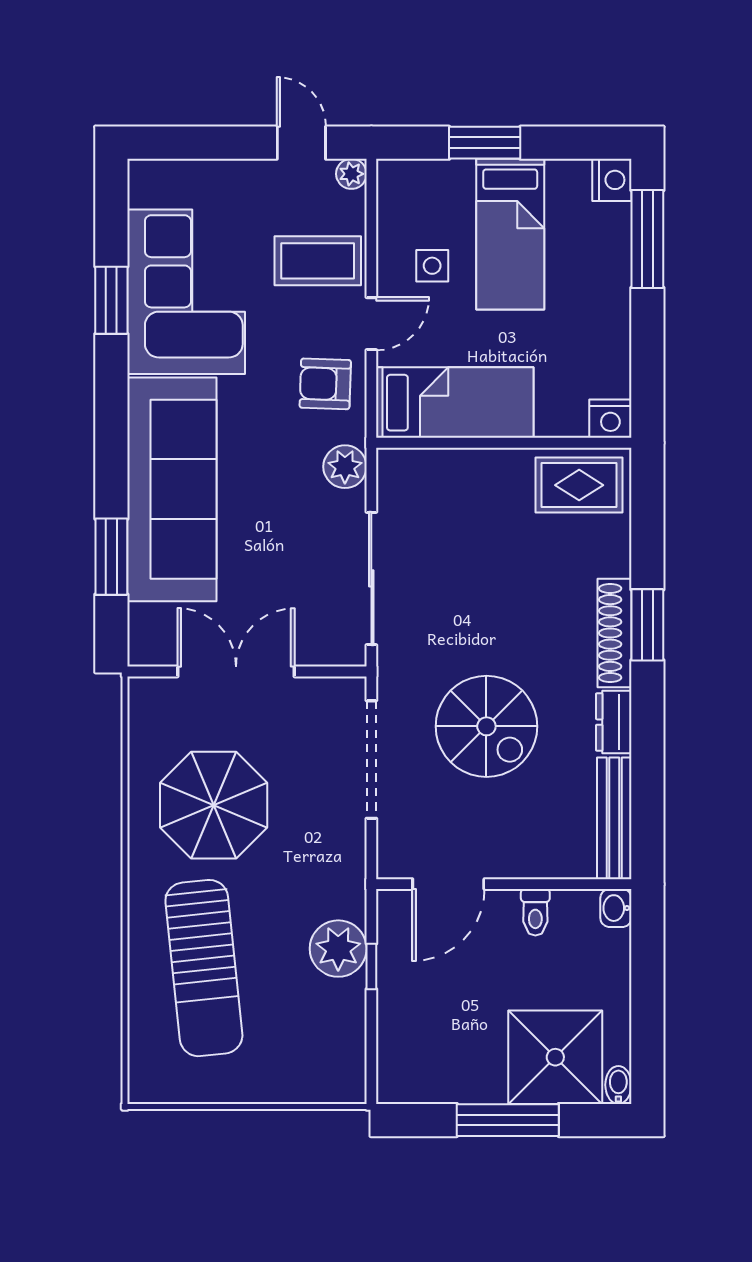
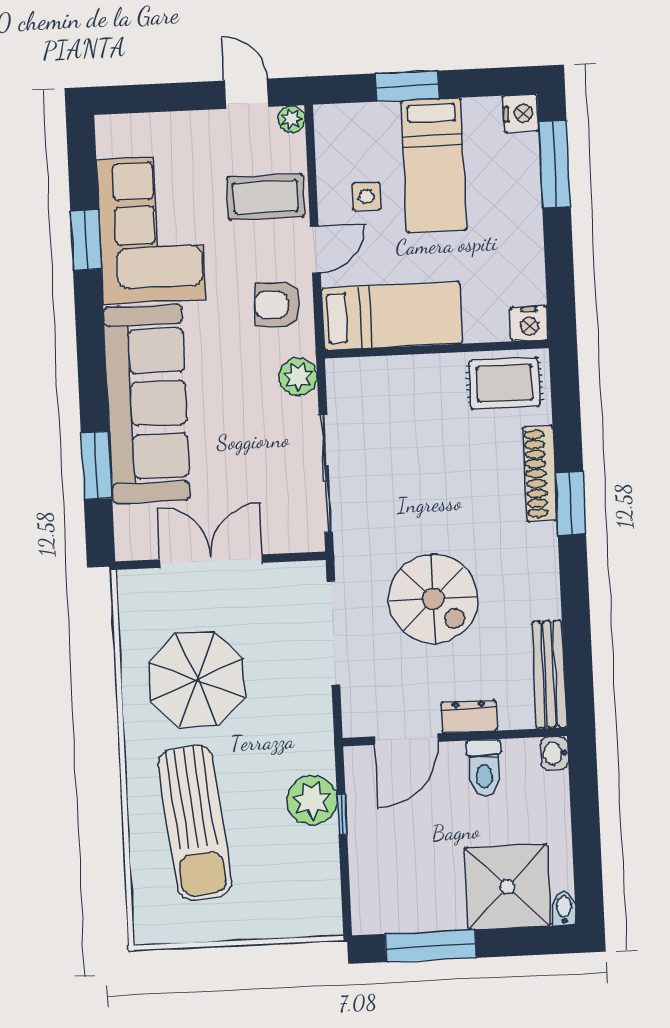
shoe rack: (615, 633) -> (540, 474), moved
dresser: (614, 722) -> (469, 716), moved, turned 90
toilet: (535, 912) -> (484, 768), width x1.37, depth x1.39
window: (508, 1120) -> (430, 946), moved

